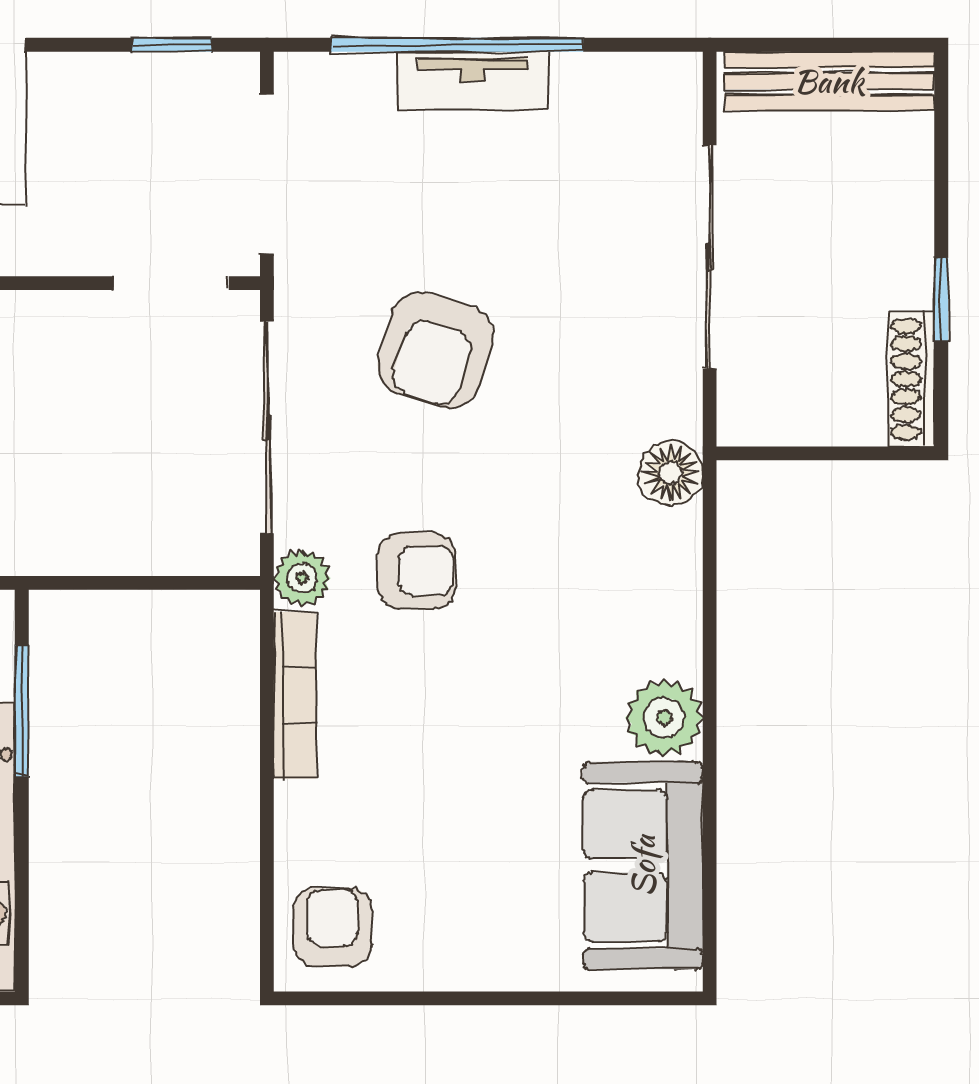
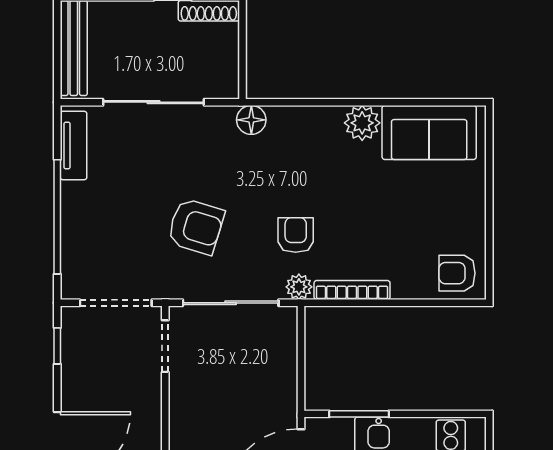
tv unit: (473, 81) -> (74, 146), moved

